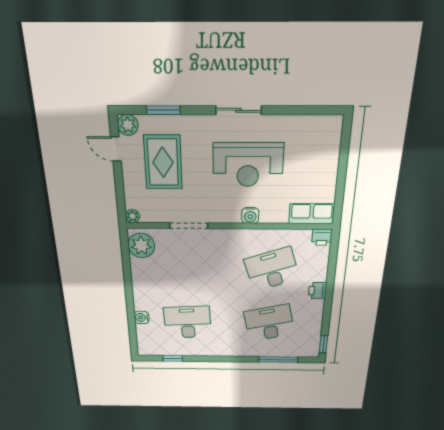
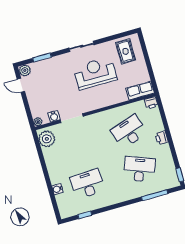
rug: (163, 162) -> (126, 51), moved, width x0.73, depth x0.70
reception desk: (248, 165) -> (95, 73), turned 180
water cooler: (250, 215) -> (54, 116), moved
desk: (269, 323) -> (140, 169), turned 33

